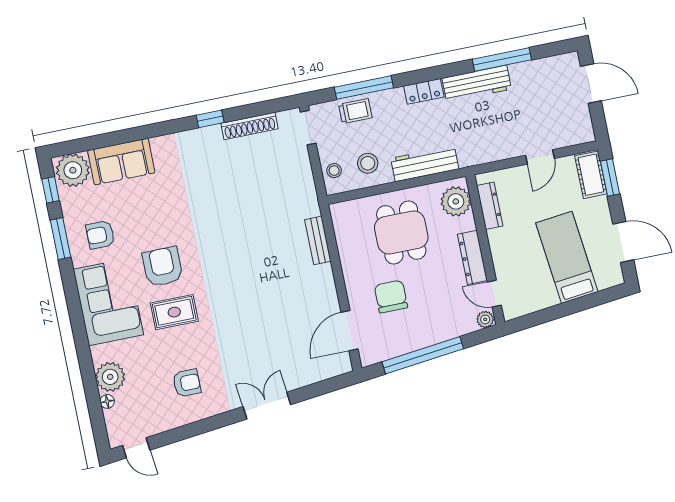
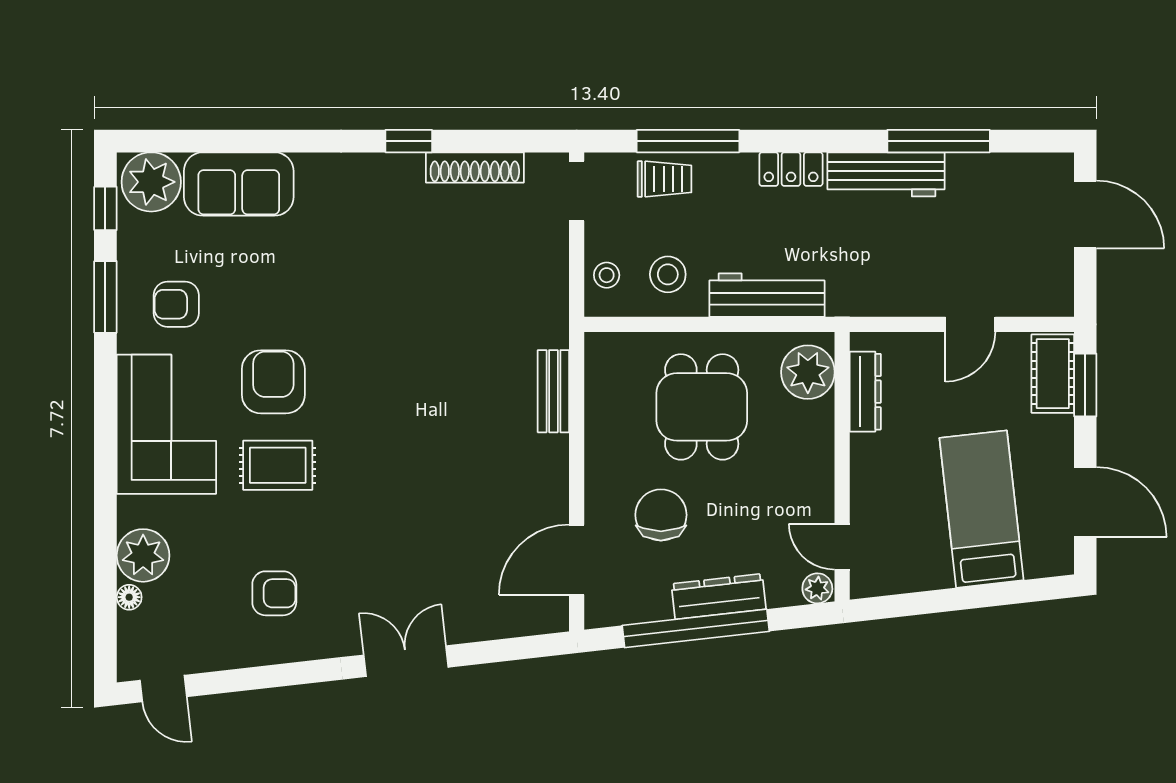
dresser: (472, 257) -> (719, 596), moved, turned 84

